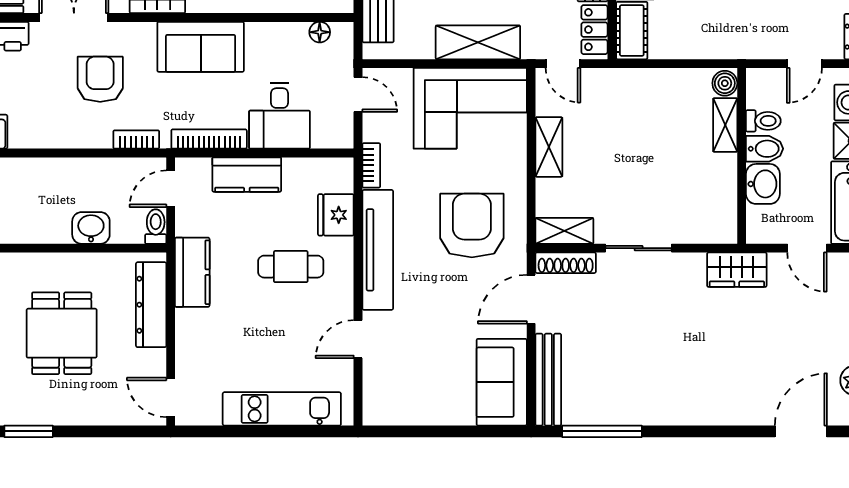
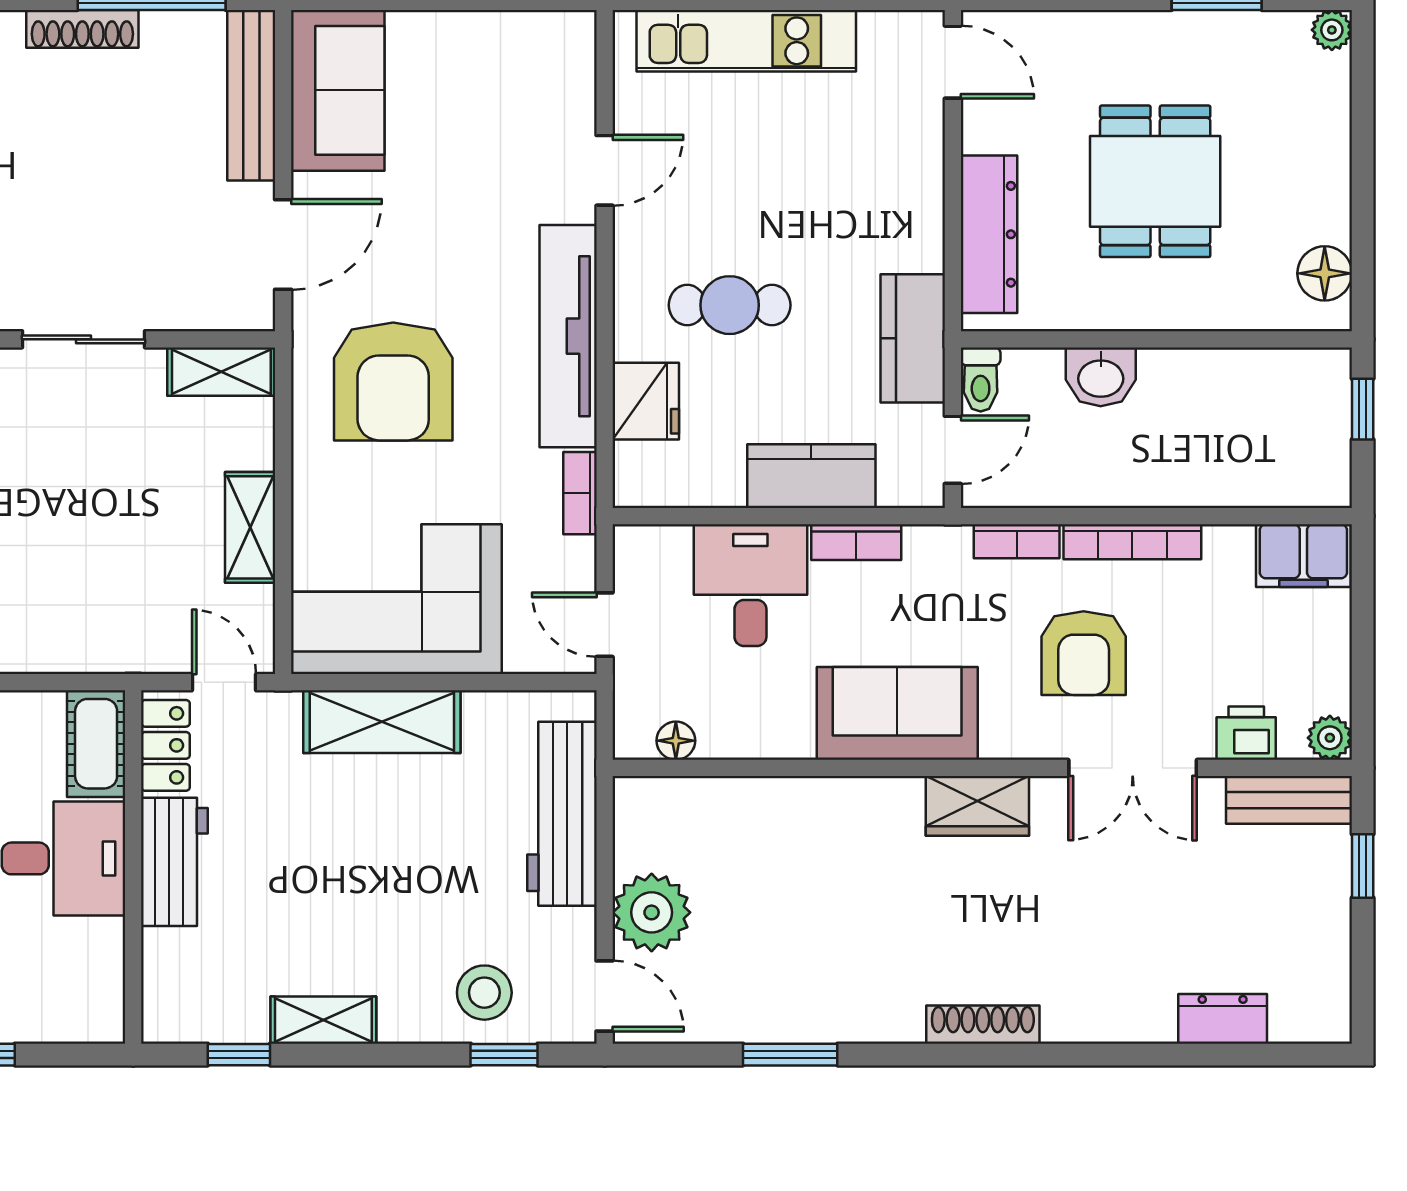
bookcase: (74, 139) -> (1132, 542), added
bookcase: (209, 139) -> (856, 542), width x0.64
shoe rack: (566, 263) -> (82, 29), moved, turned 180
kitchen counter: (192, 272) -> (913, 338), moved

